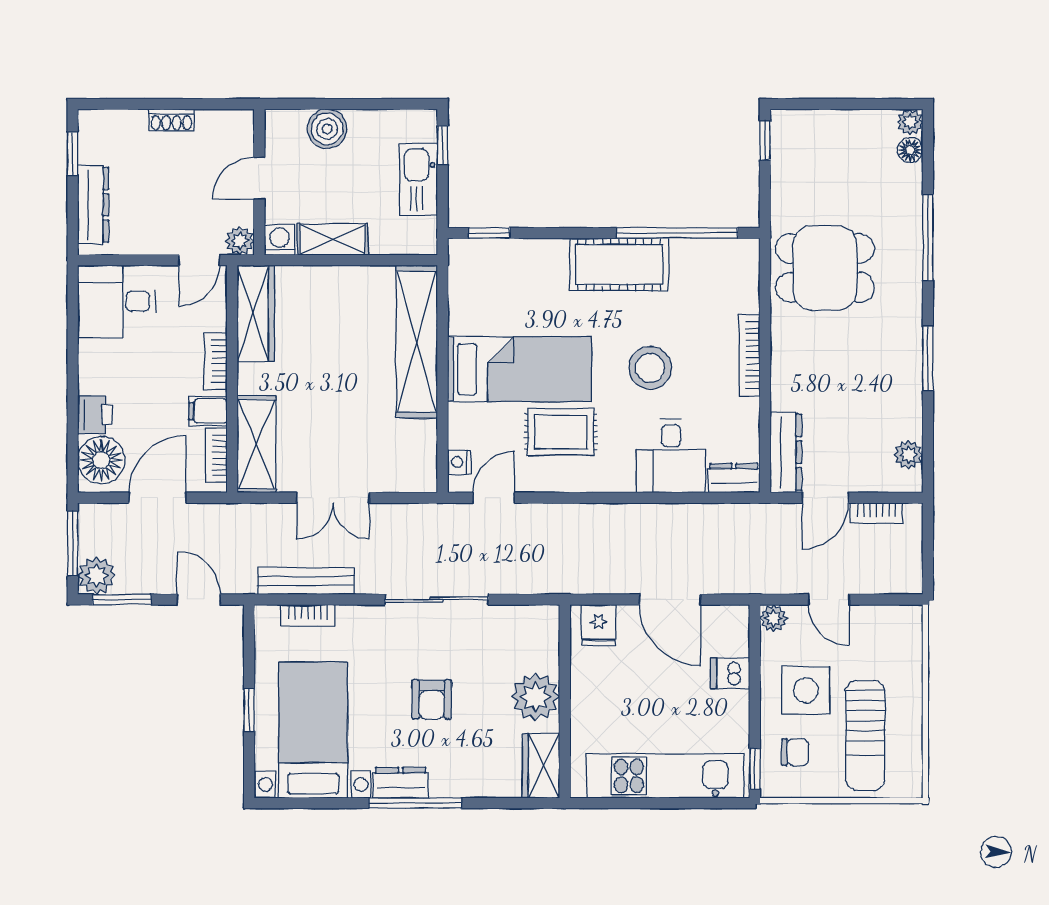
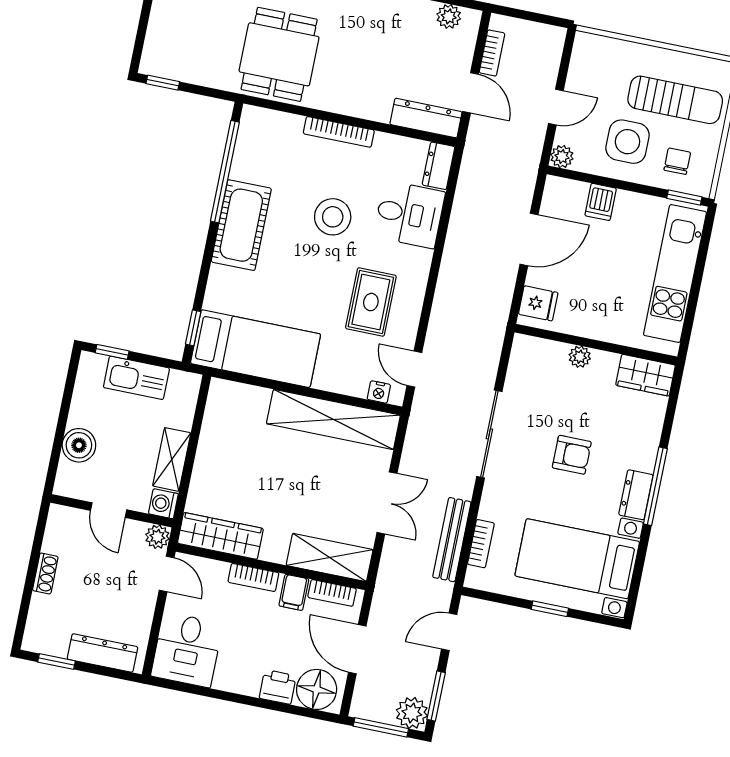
shelving: (417, 342) -> (333, 419), moved
bed: (519, 369) -> (256, 349), moved, turned 90
plant: (535, 697) -> (580, 357), width x0.53, depth x0.53

